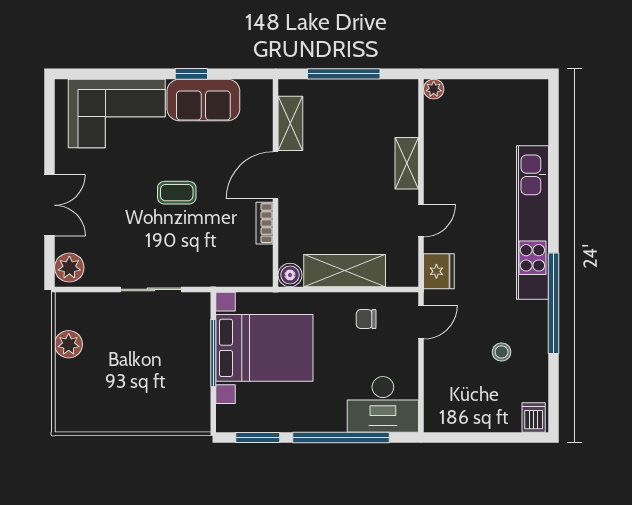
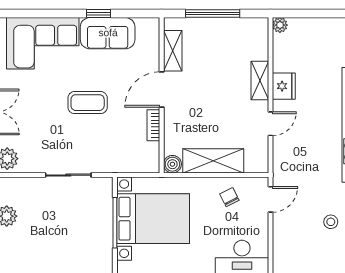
coffee table: (177, 193) -> (88, 103), width x1.36, depth x1.30
fridge: (439, 271) -> (284, 86), moved
chair: (366, 319) -> (229, 197), turned 63

